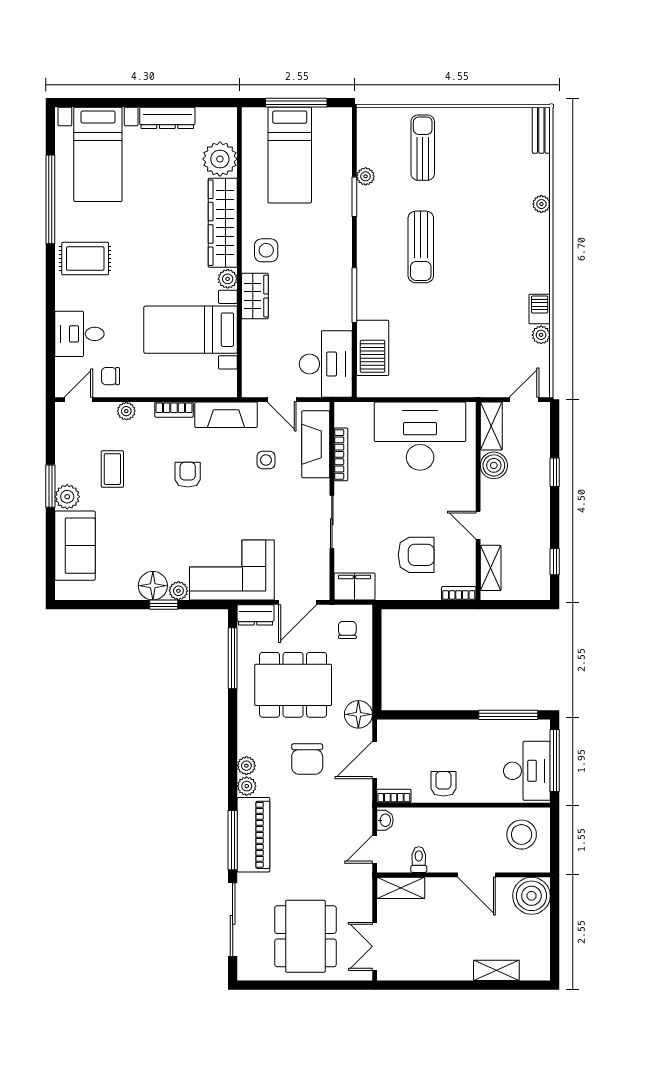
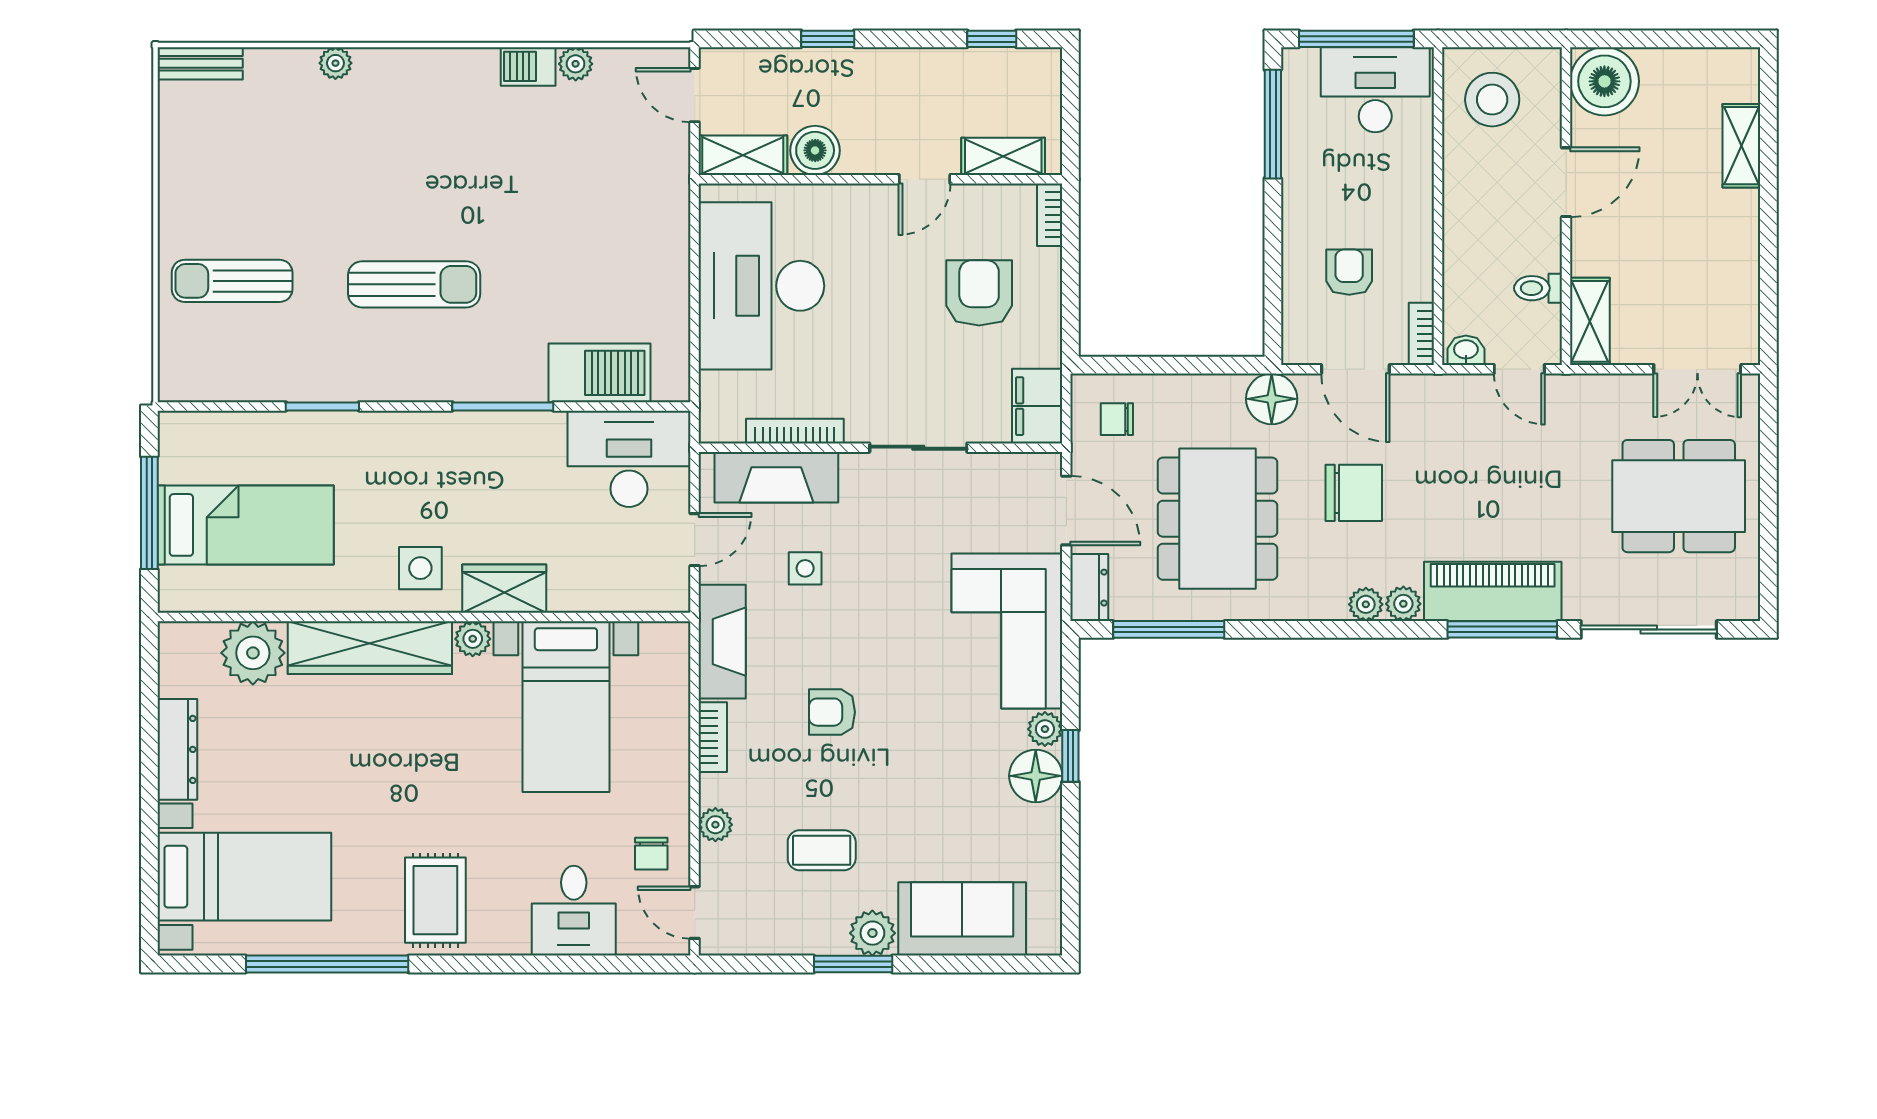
plant: (366, 176) -> (285, 386), removed
armchair: (443, 784) -> (1349, 272), moved, turned 90

